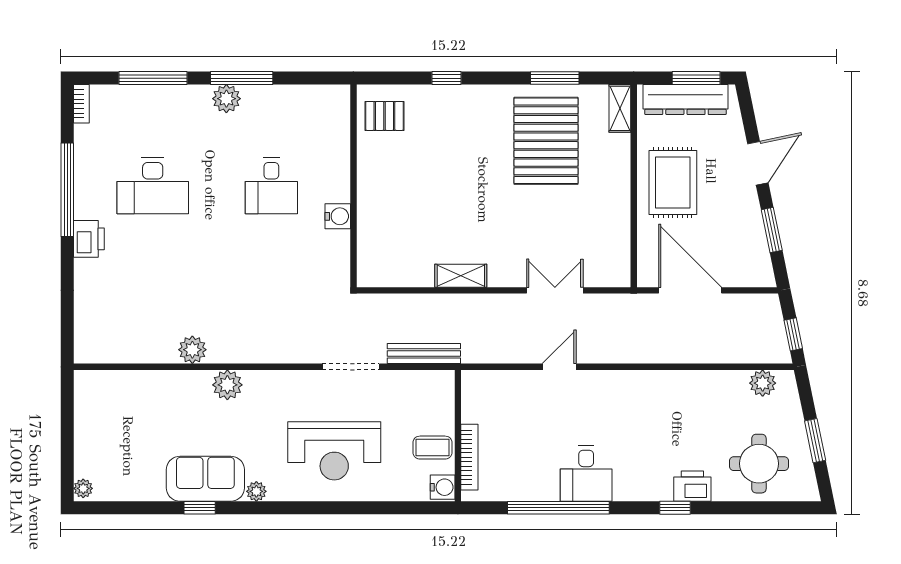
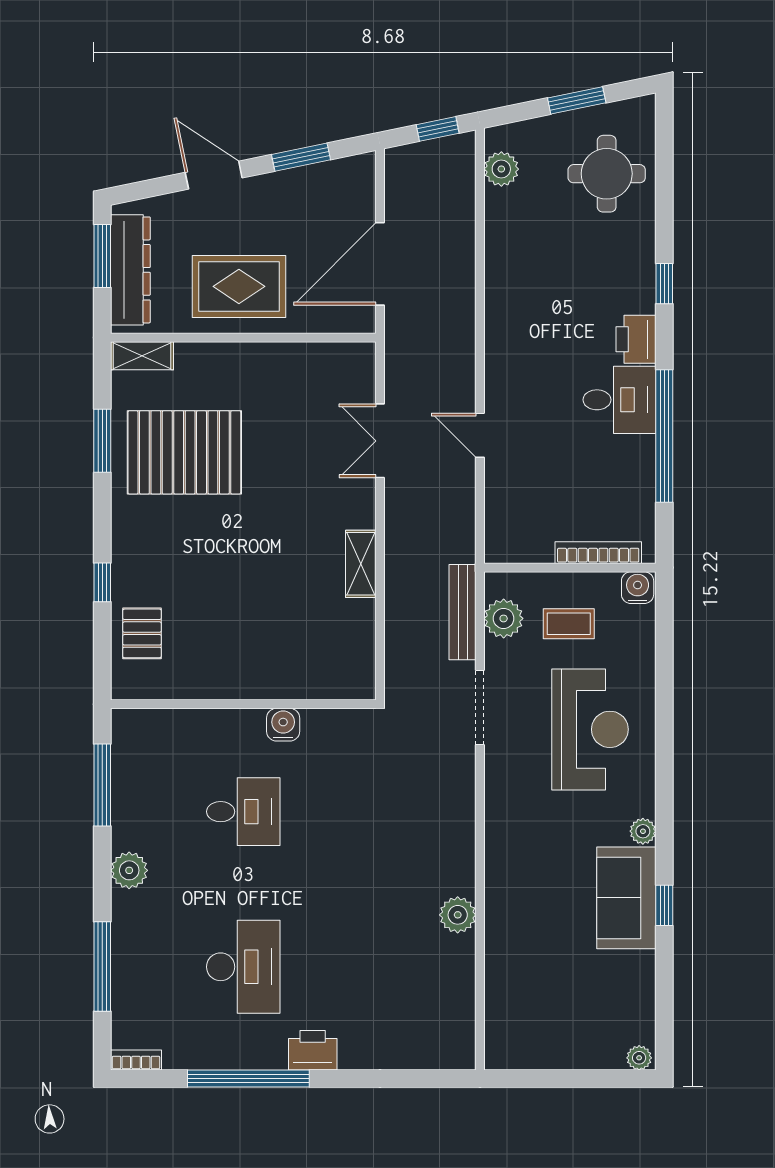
window: (242, 78) -> (102, 785), moved
pallet: (384, 116) -> (142, 633), moved
plant: (227, 385) -> (504, 618), moved
coffee table: (433, 448) -> (569, 624), moved, turned 90
printer: (692, 486) -> (636, 339), moved

